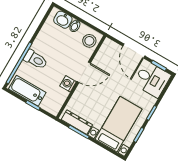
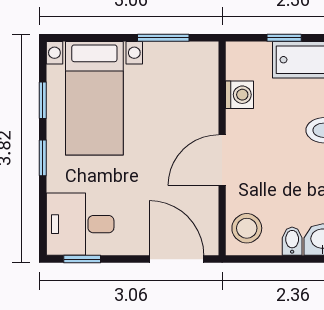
door: (134, 51) -> (177, 259), moved
washing machine: (68, 84) -> (240, 95), moved
dresser: (77, 122) -> (179, 55), removed

